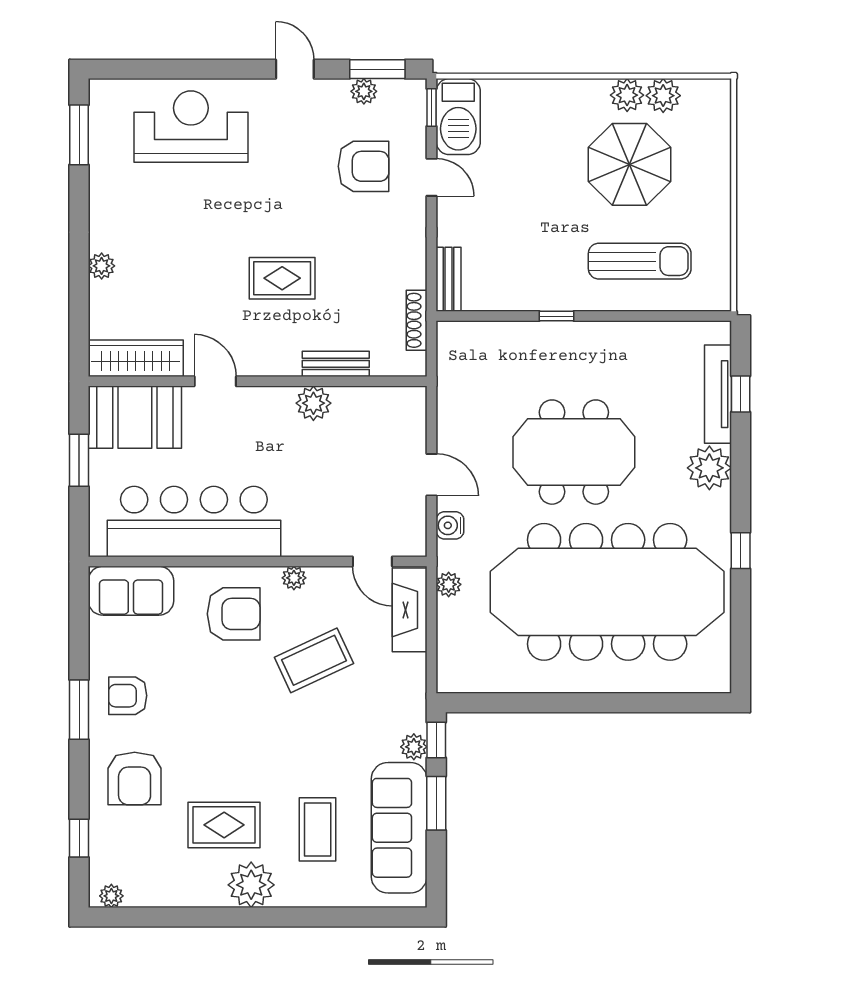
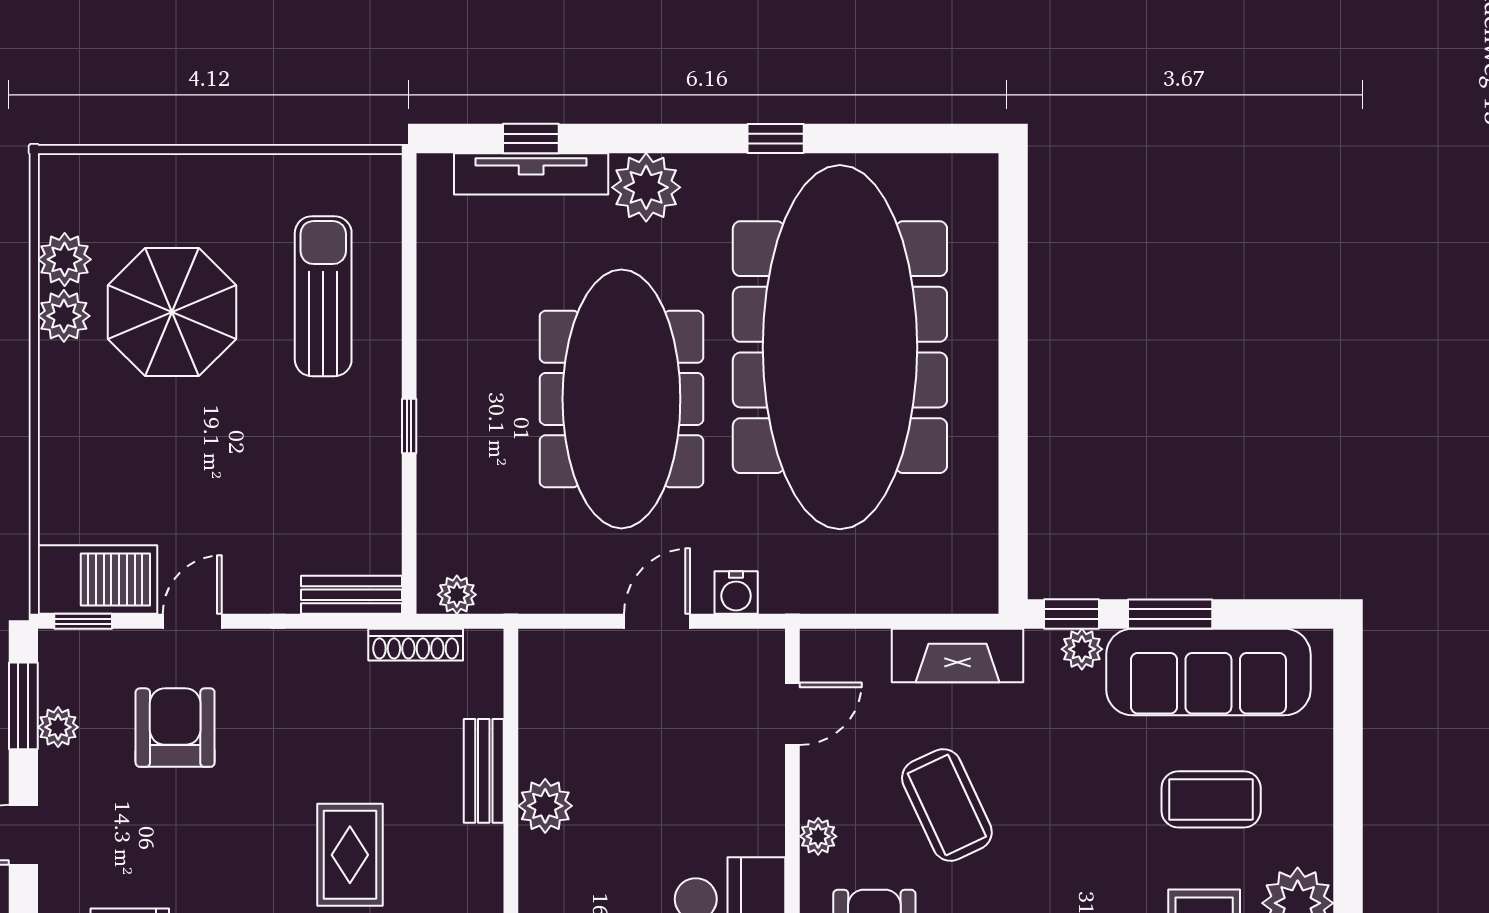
meeting table: (574, 452) -> (621, 399), width x1.36
plant: (449, 584) -> (457, 595), moved
fireplace: (410, 610) -> (957, 656), moved

